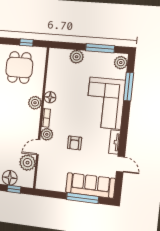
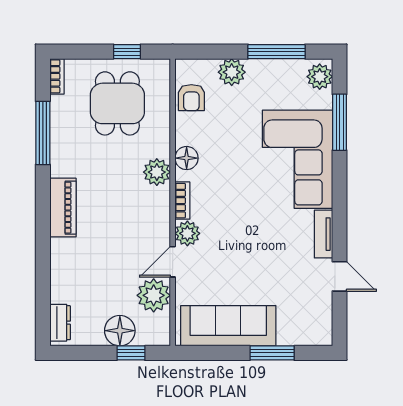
armchair: (75, 143) -> (191, 98), moved
sofa: (90, 185) -> (228, 326), moved
window: (83, 198) -> (272, 353), width x0.69

